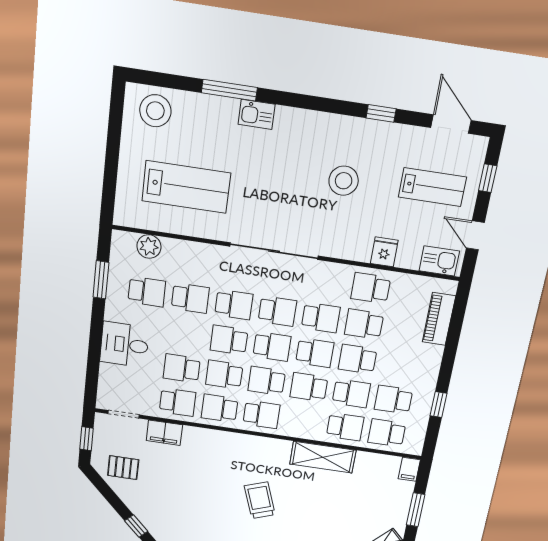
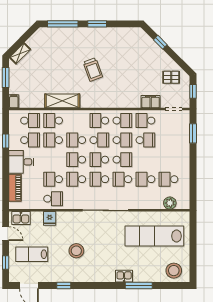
lab bench: (186, 187) -> (154, 236), width x1.36
window: (101, 280) -> (193, 133), moved
school desk: (364, 324) -> (53, 179), turned 180
desk: (124, 345) -> (21, 162), moved, turned 180
school desk: (358, 359) -> (53, 160), removed
school desk: (309, 387) -> (76, 140), turned 180

